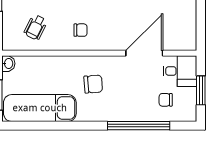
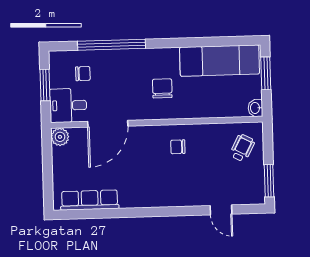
wheelchair: (36, 27) -> (242, 148), moved
plant: (188, 42) -> (60, 137), added
chair: (93, 84) -> (162, 88), turned 94

